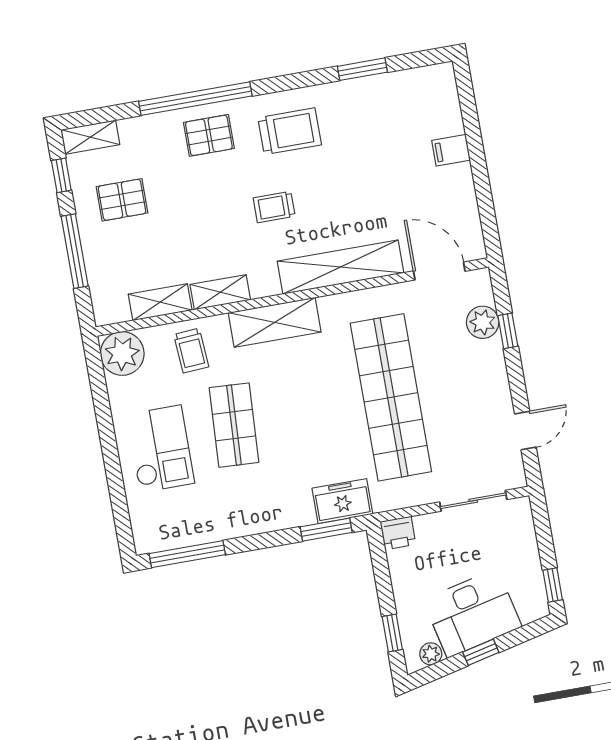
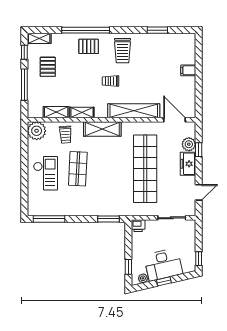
trolley: (290, 131) -> (123, 51), turned 90
pallet: (122, 200) -> (48, 67), turned 90
freezer: (342, 501) -> (188, 164), moved, turned -90

